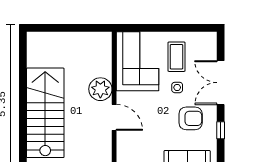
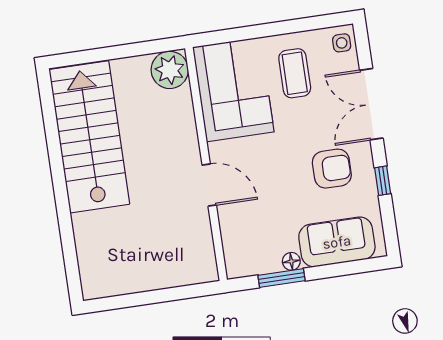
side table: (177, 87) -> (342, 43), moved
plant: (100, 89) -> (170, 70), moved
stairs: (45, 113) -> (89, 137), moved

